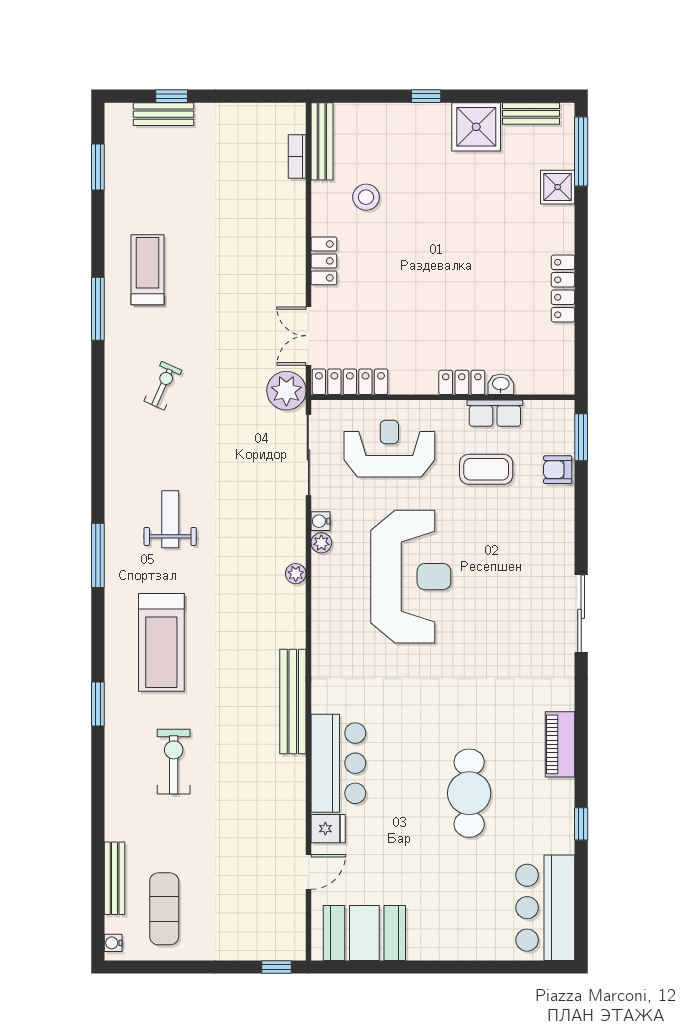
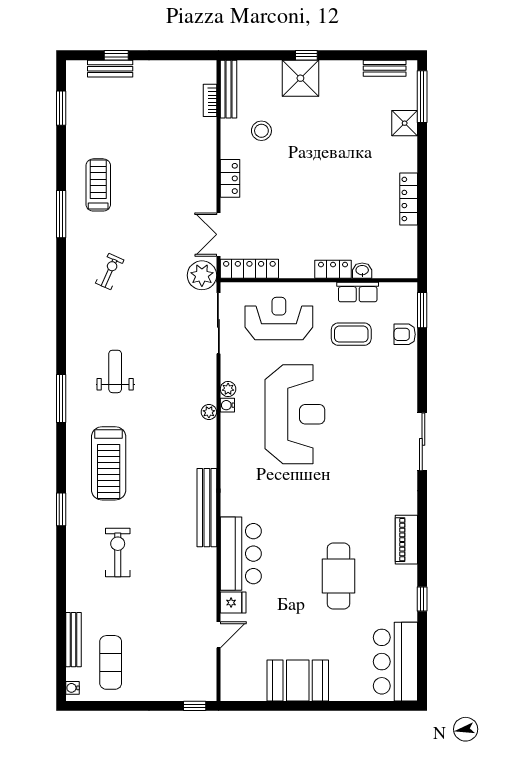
shower: (476, 127) -> (300, 78), moved
water cooler: (320, 521) -> (227, 405), moved
booth: (364, 933) -> (298, 680), moved

